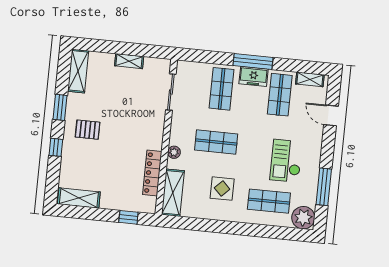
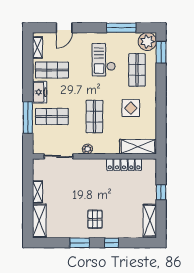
window: (253, 62) -> (28, 118), moved
shelving: (78, 71) -> (39, 221), moved, turned 90
plant: (174, 152) -> (87, 149), moved
checkout: (286, 161) -> (104, 60), turned 90
window: (128, 217) -> (161, 192), moved
window: (288, 234) -> (161, 52), added

